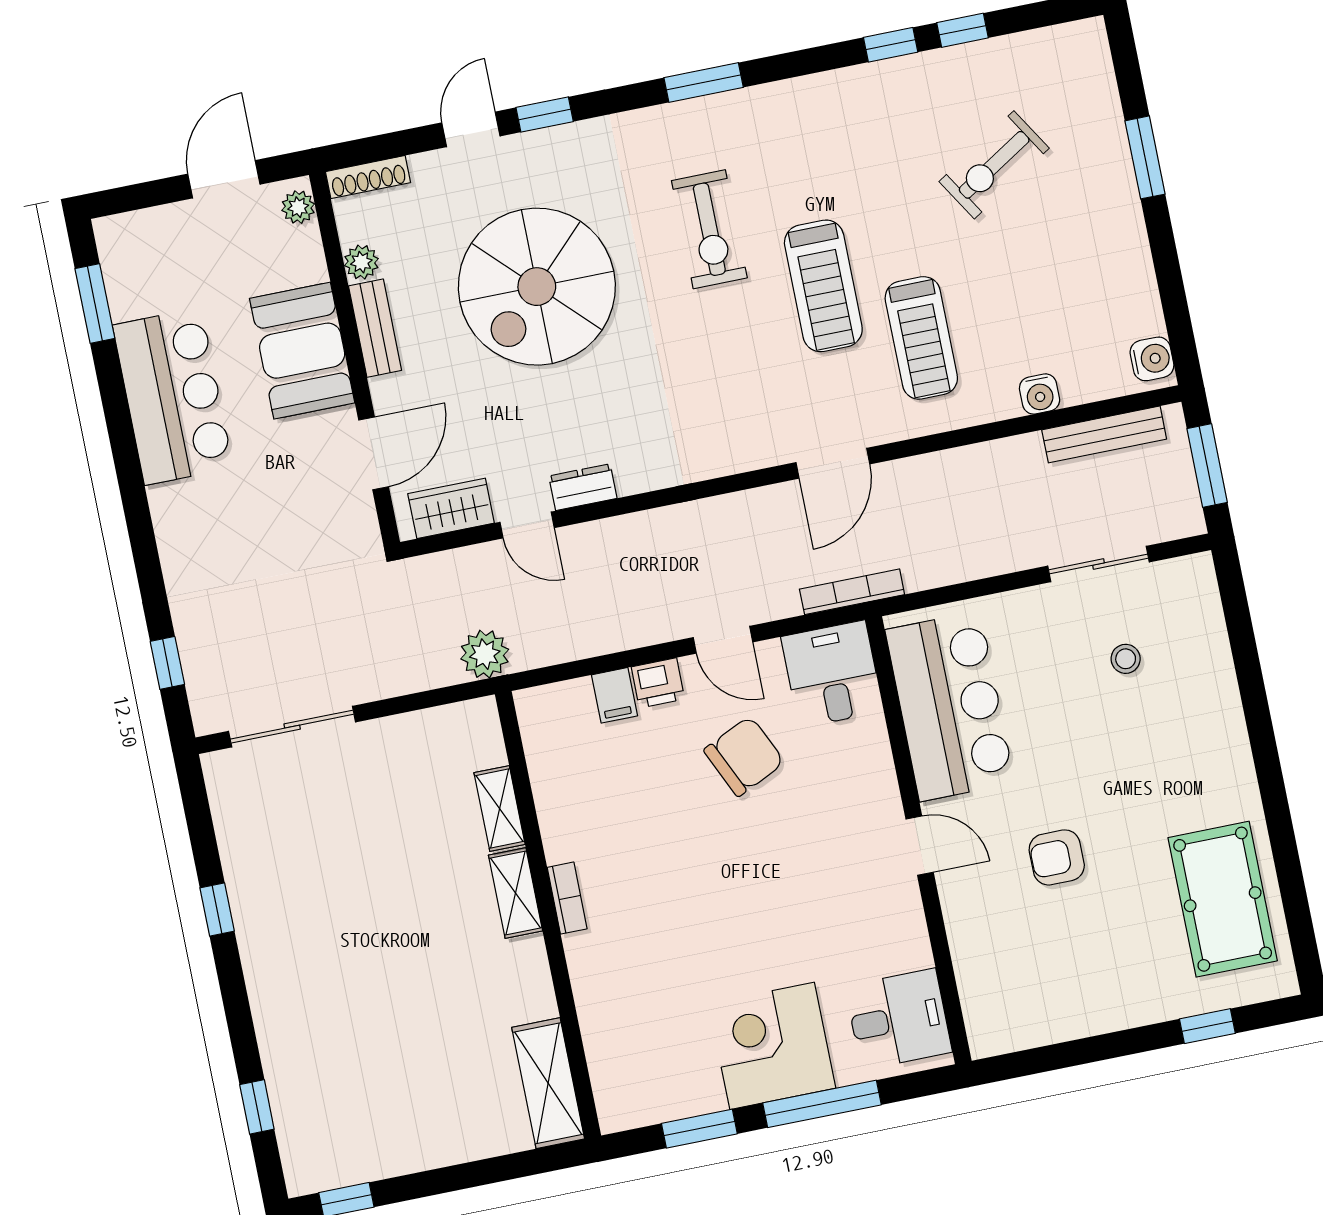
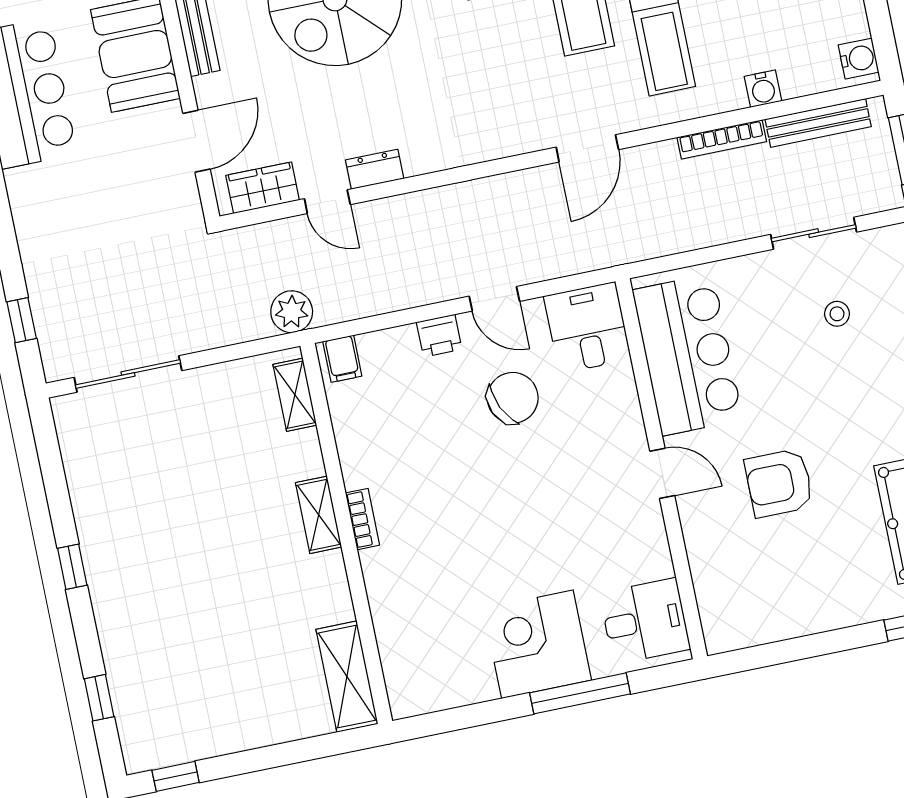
bookcase: (852, 592) -> (722, 139), moved, turned 180
filing cabinet: (615, 695) -> (342, 359), moved
shelving: (500, 808) -> (295, 395), moved
armchair: (1057, 857) -> (779, 483), width x1.38, depth x1.38
window: (217, 909) -> (72, 567), moved
window: (699, 1129) -> (476, 715), removed

